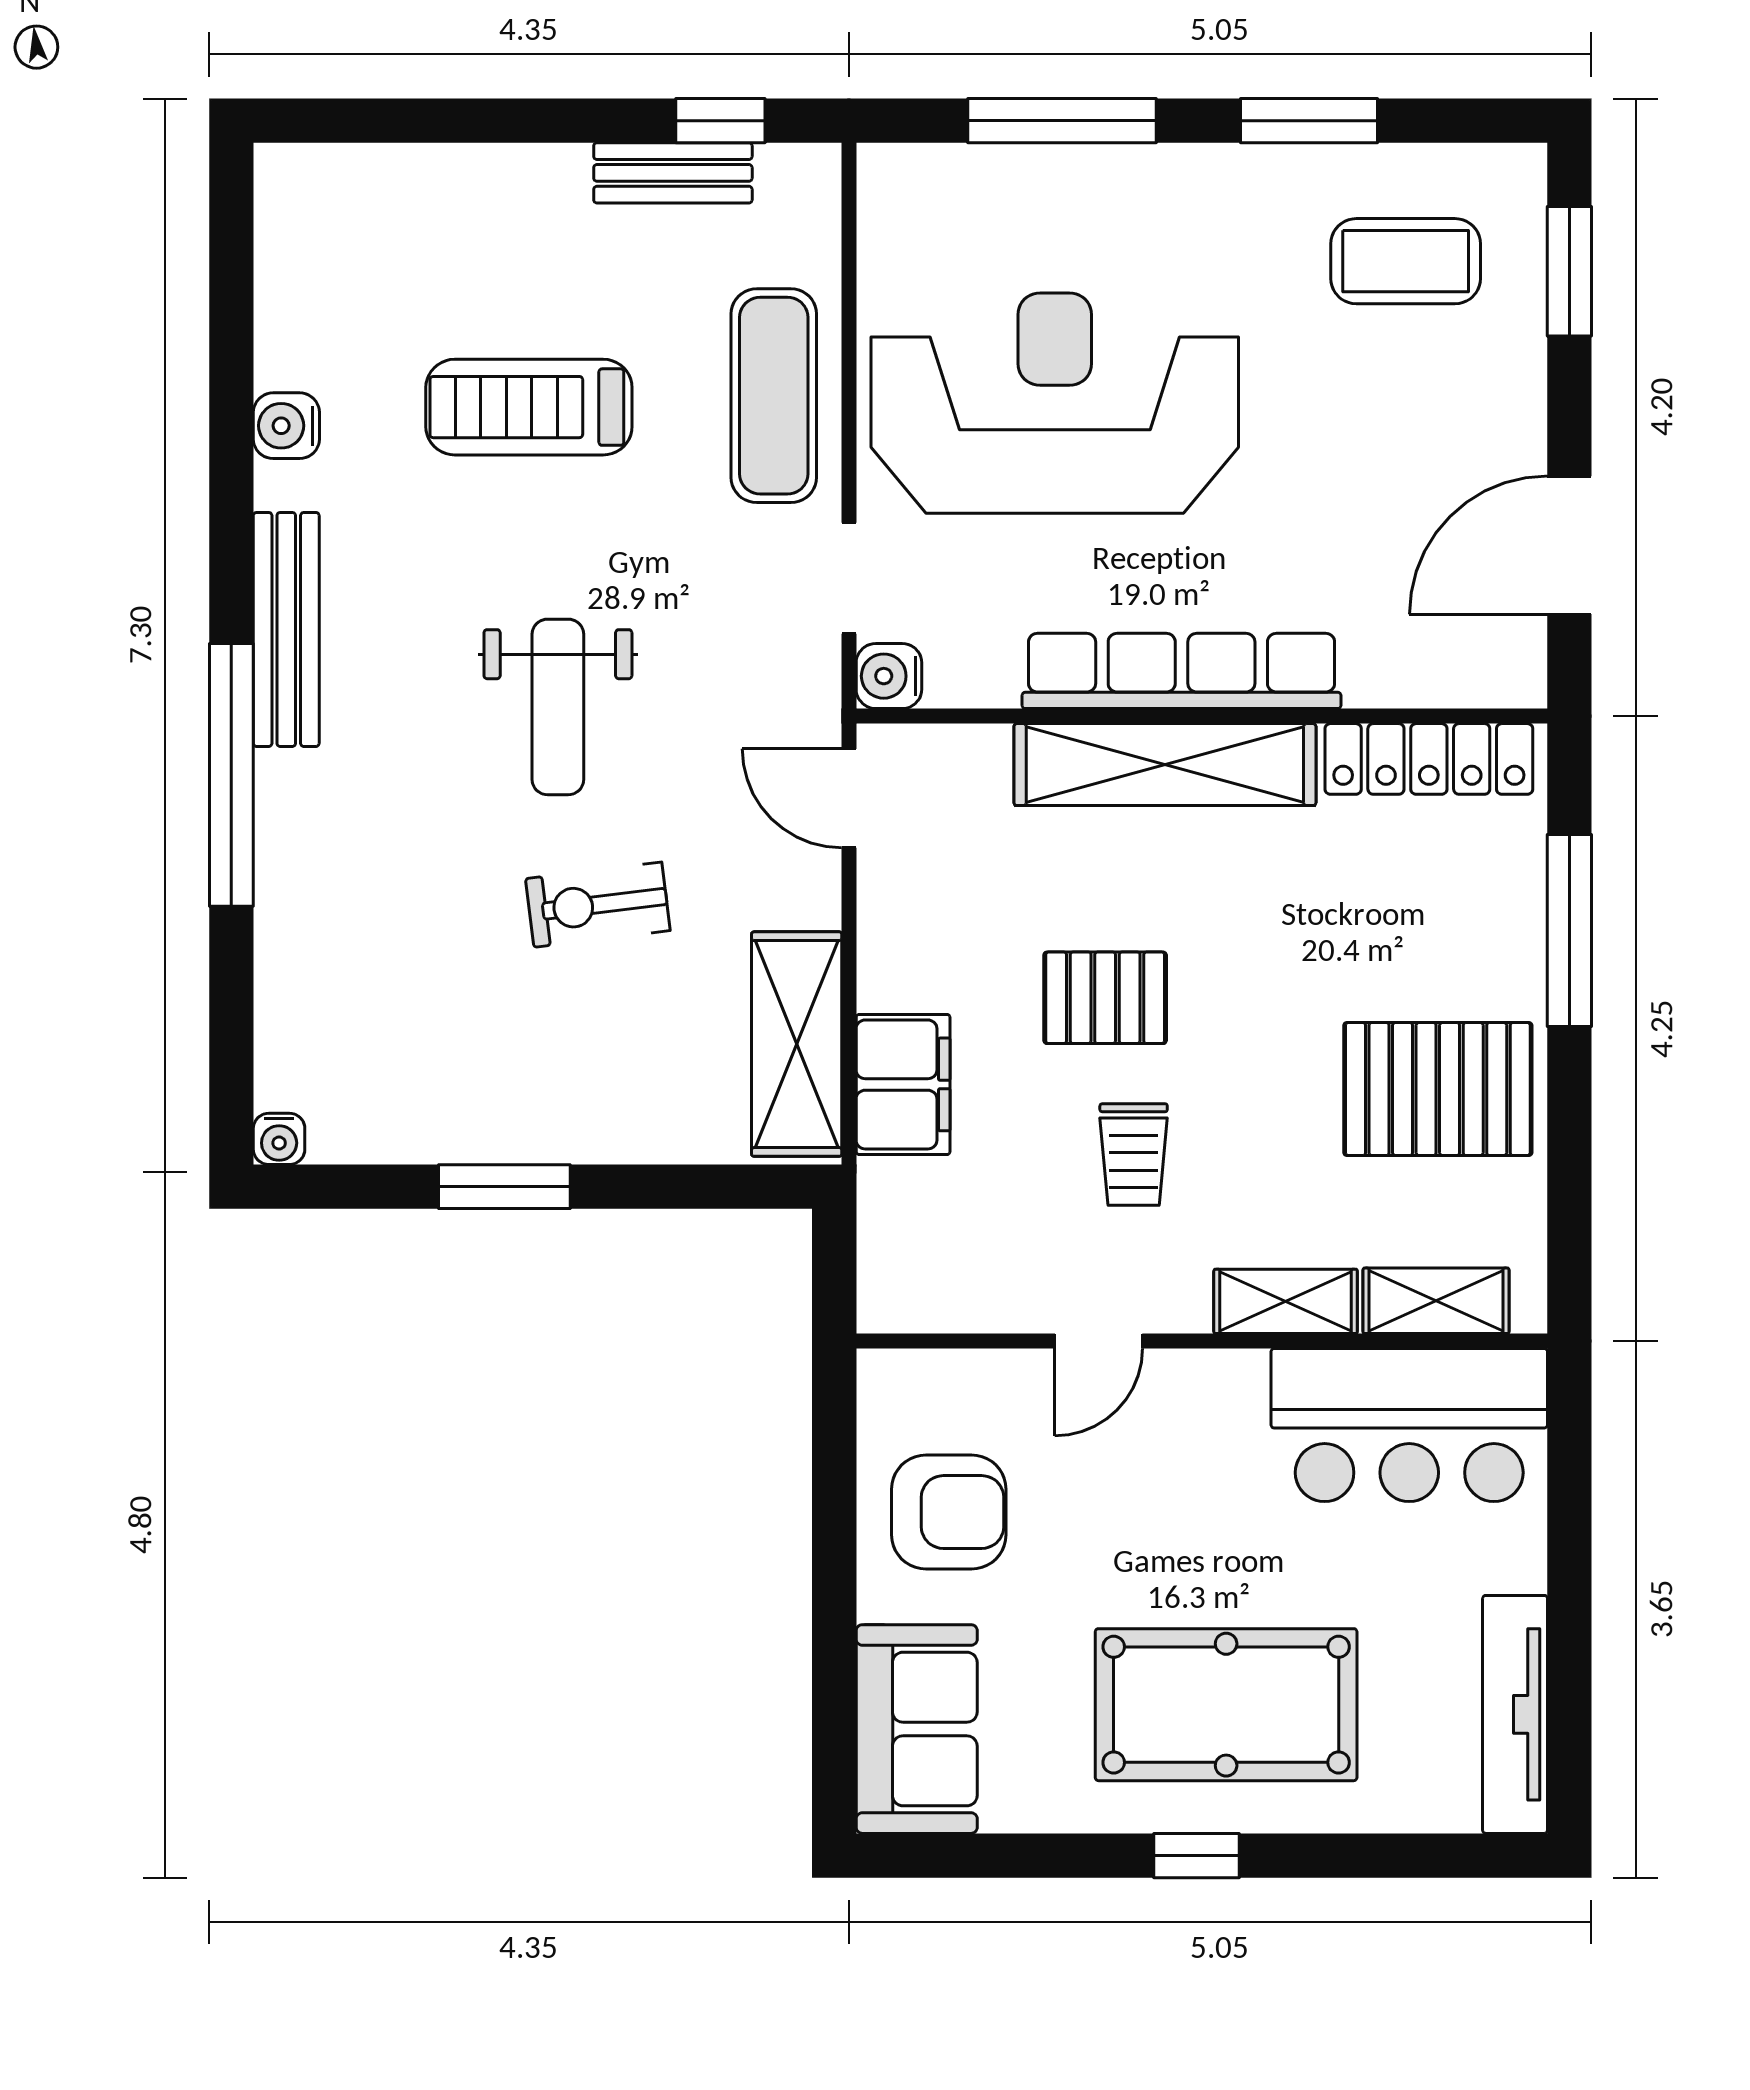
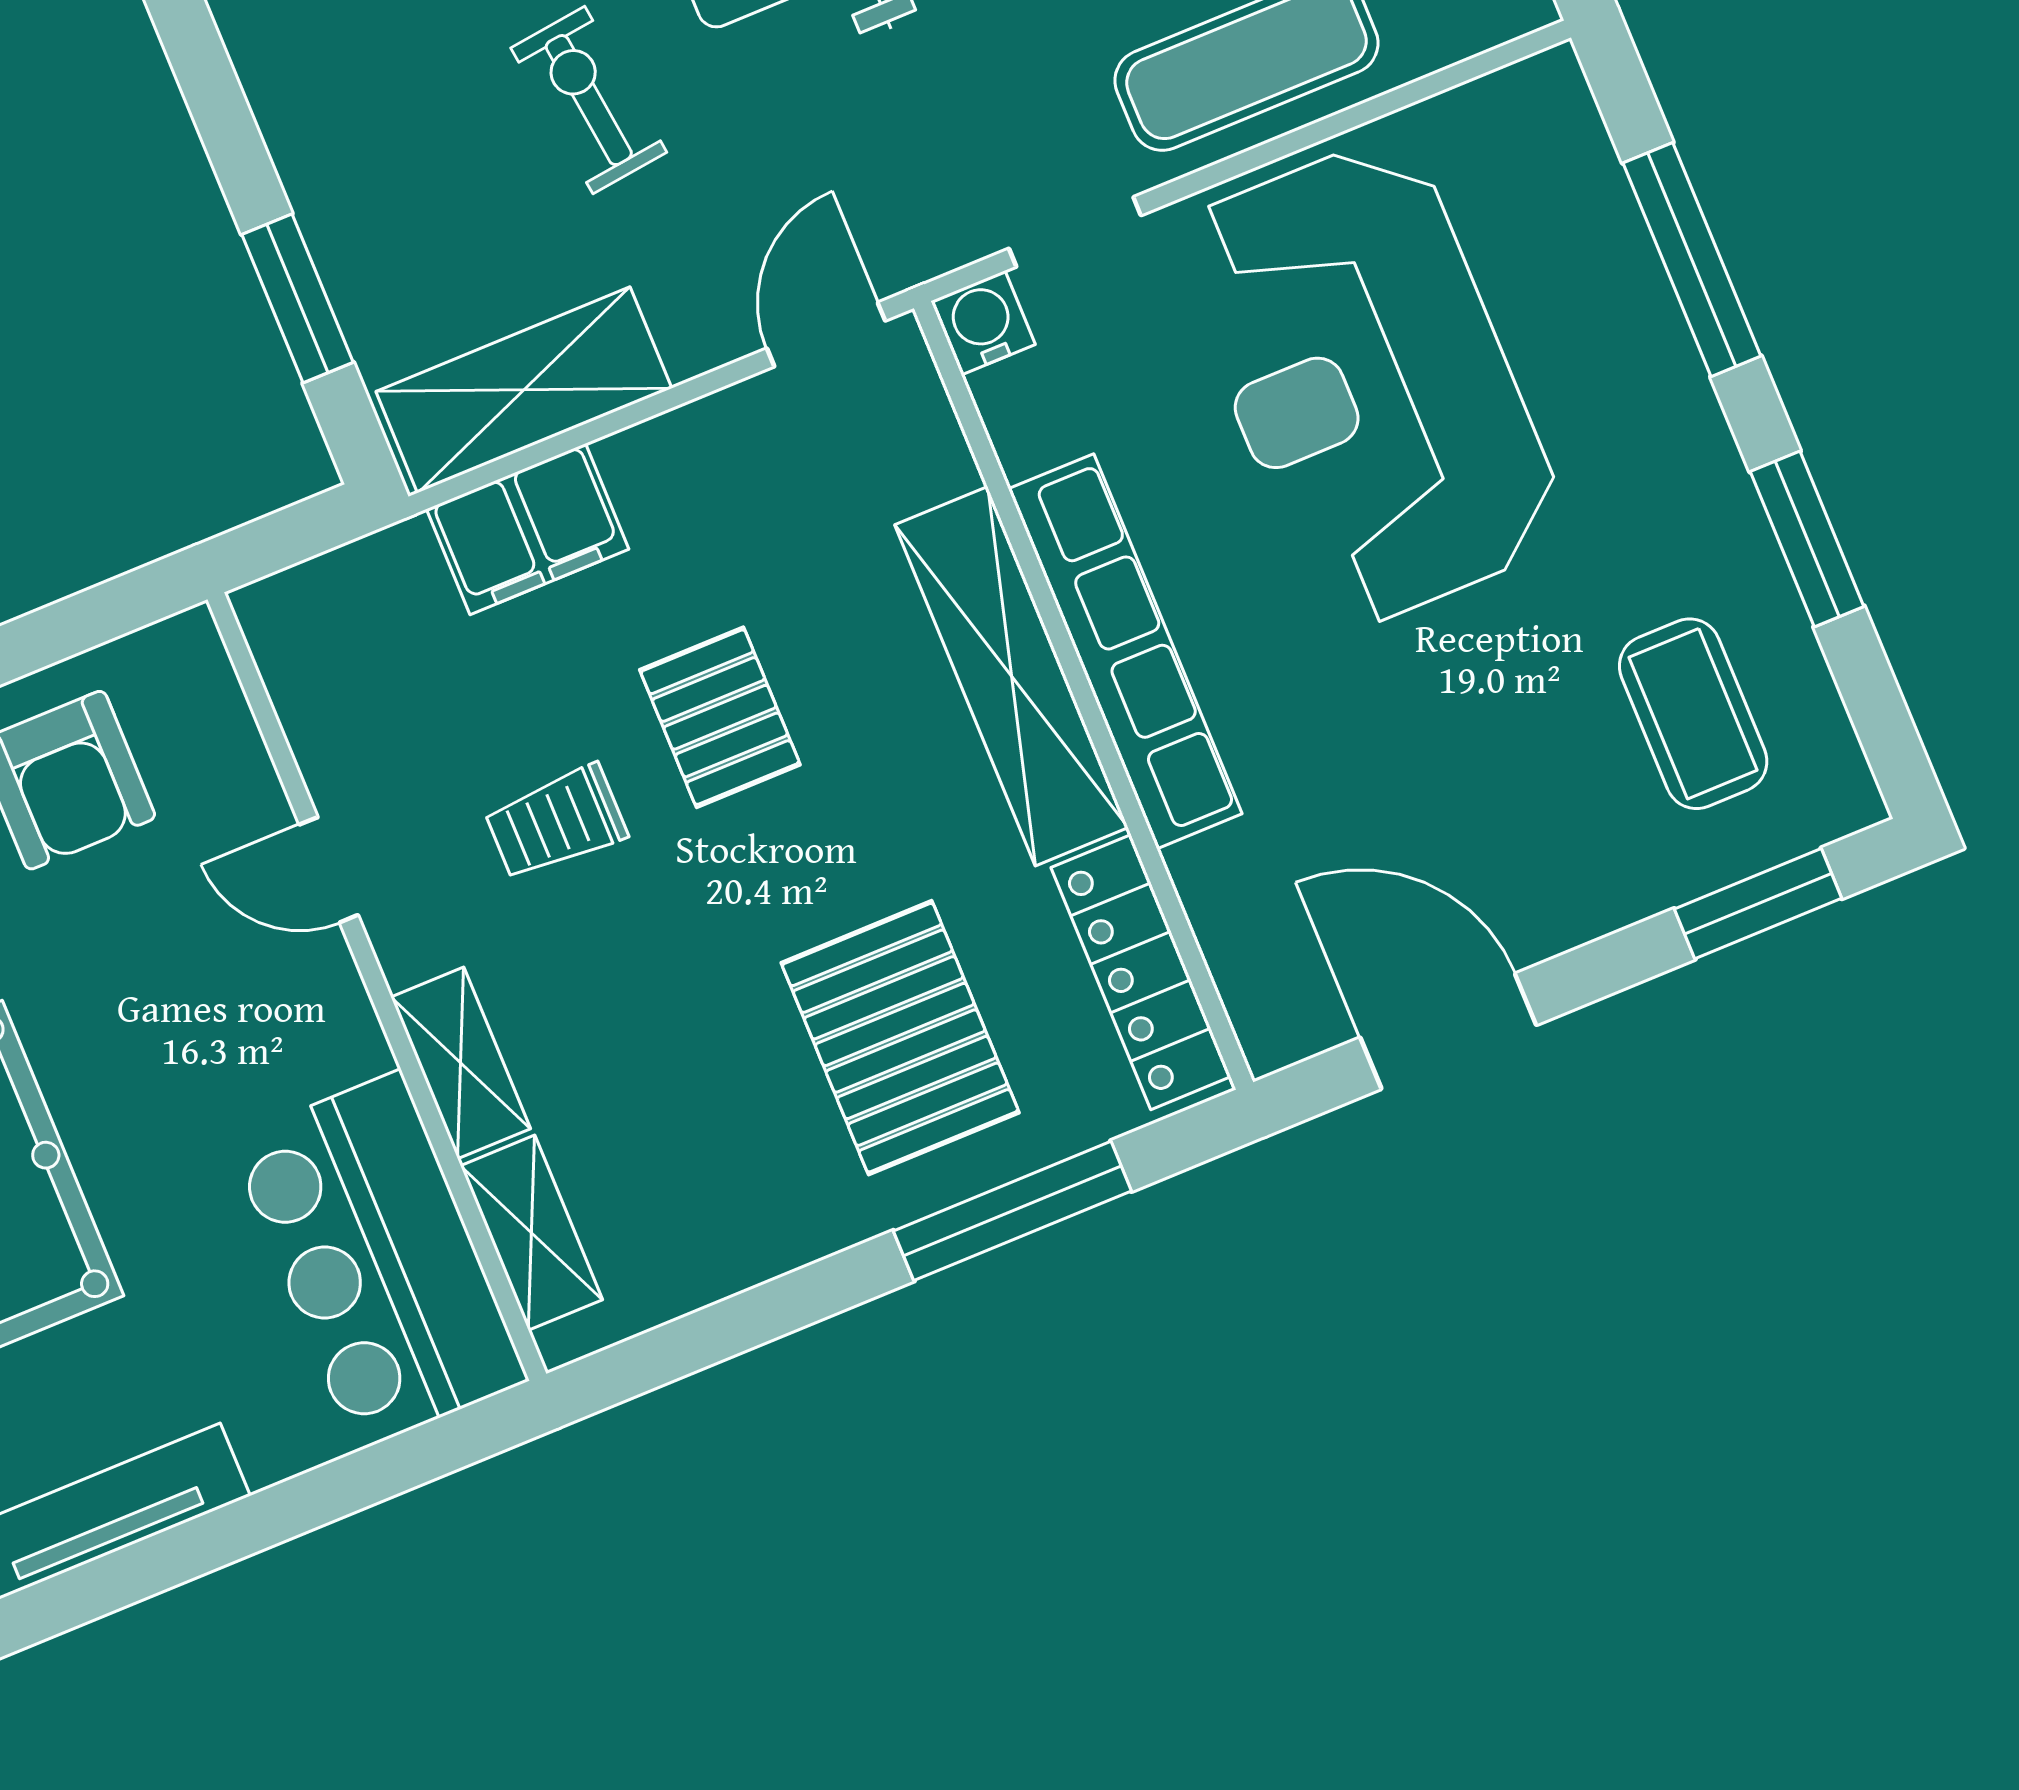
reception desk: (1055, 403) -> (1369, 383), turned 180
pallet: (1438, 1089) -> (900, 1038), moved
window: (504, 1187) -> (297, 298), moved

